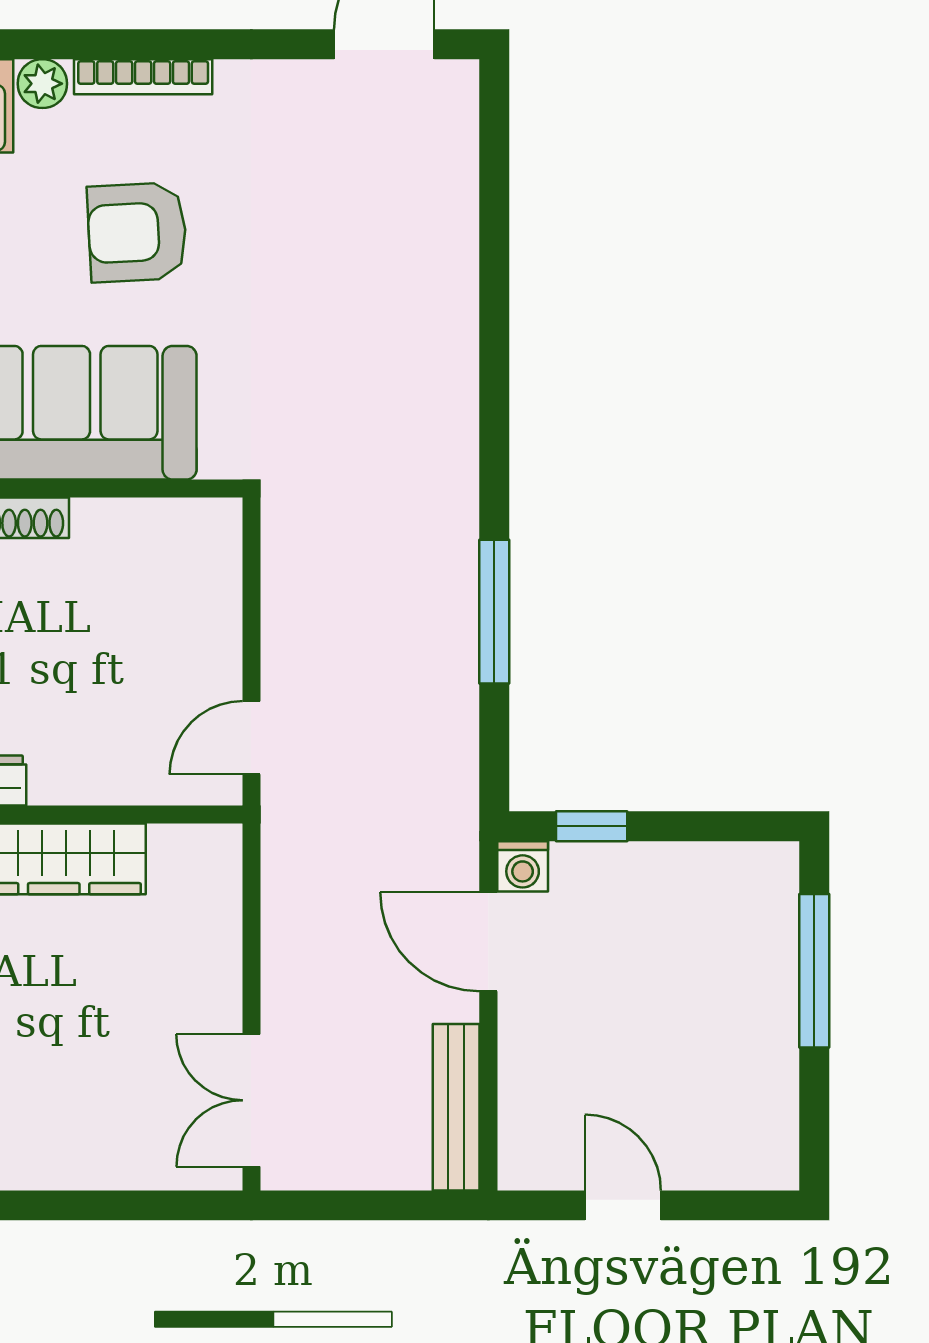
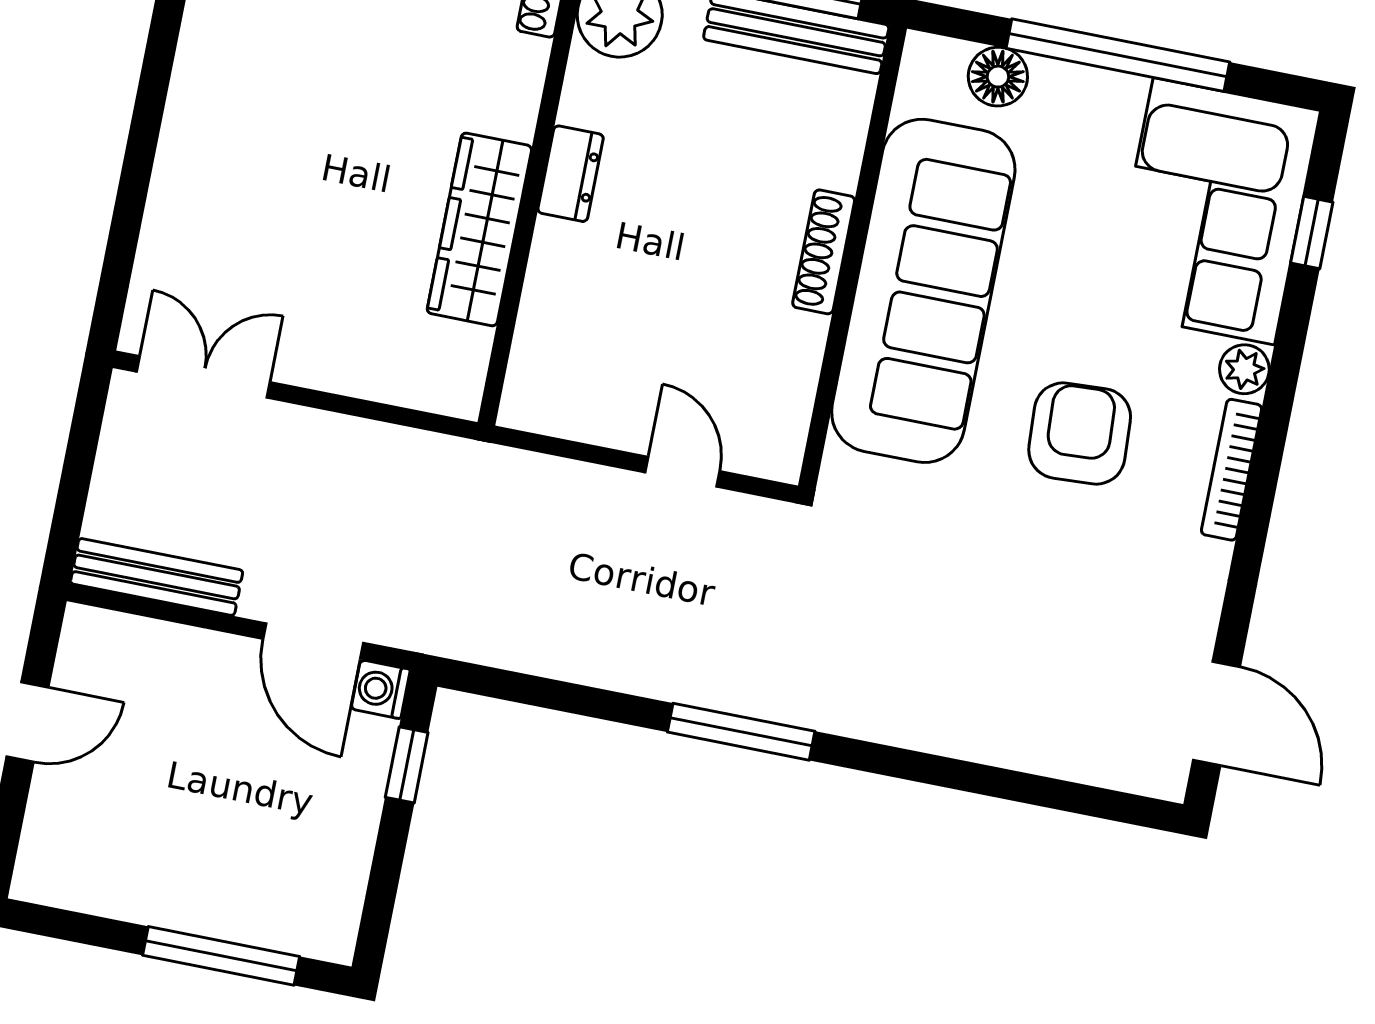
window: (494, 612) -> (741, 732), moved
door: (251, 738) -> (682, 472), moved
door: (488, 942) -> (313, 641), swing flipped

